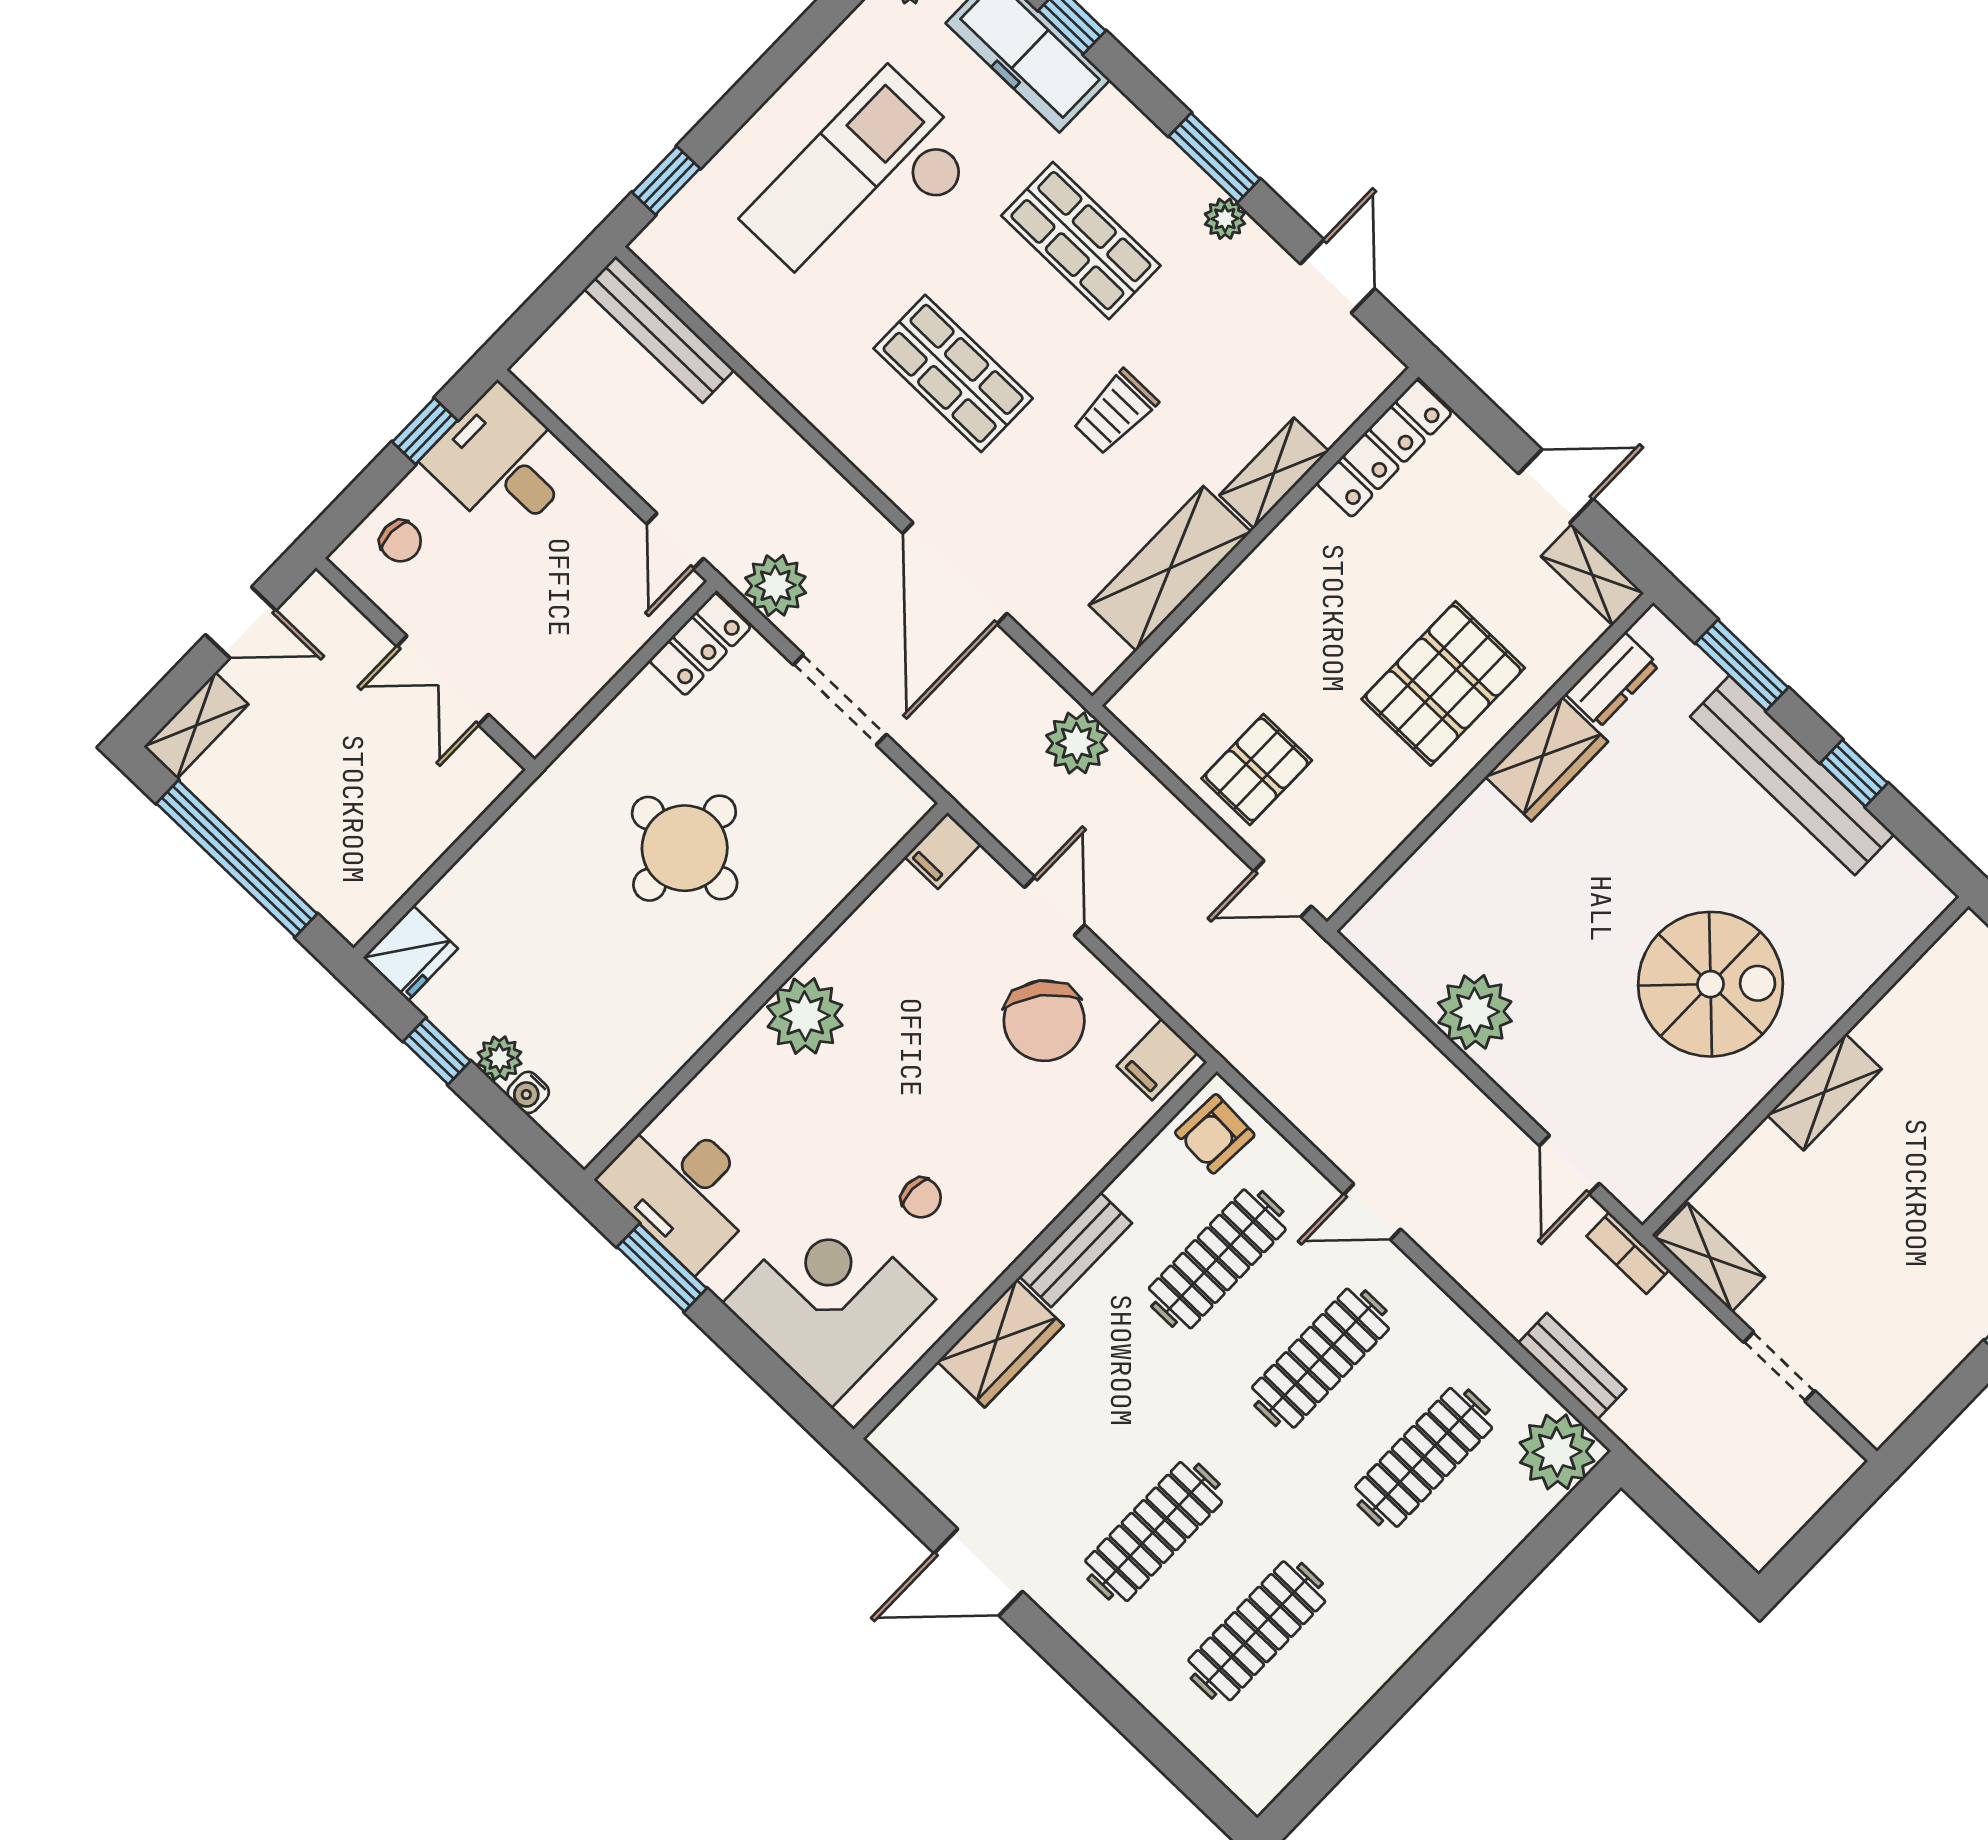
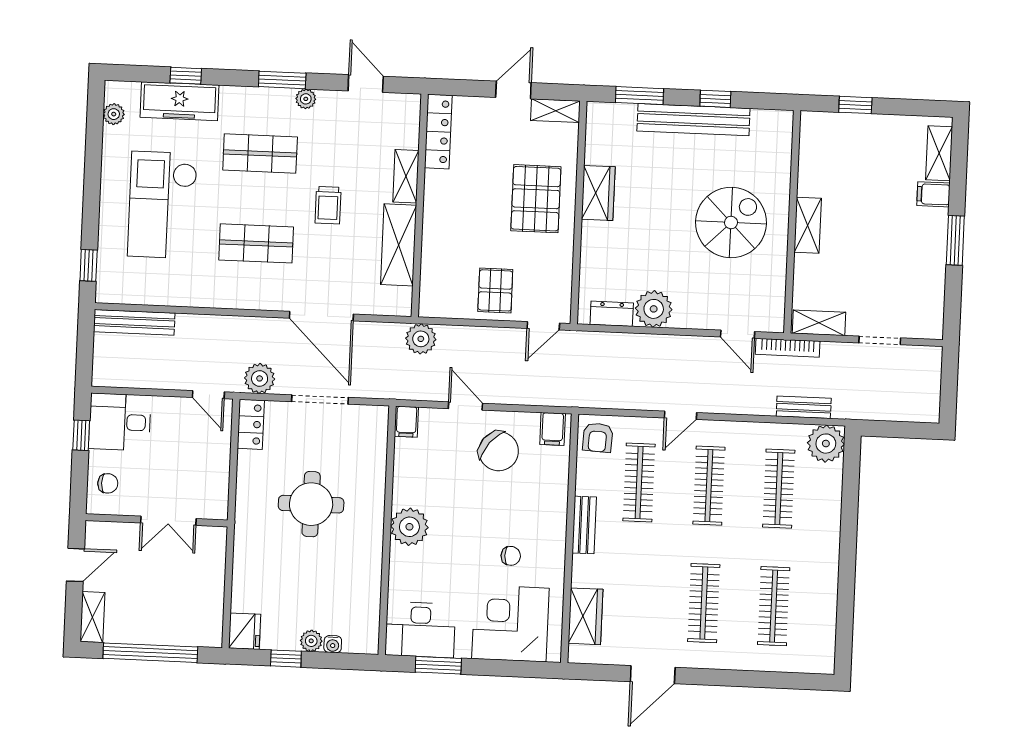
dresser: (1612, 680) -> (612, 314), moved, turned -90
bookcase: (1628, 1253) -> (788, 348), width x1.56
wardrobe: (1000, 1344) -> (585, 616), moved

